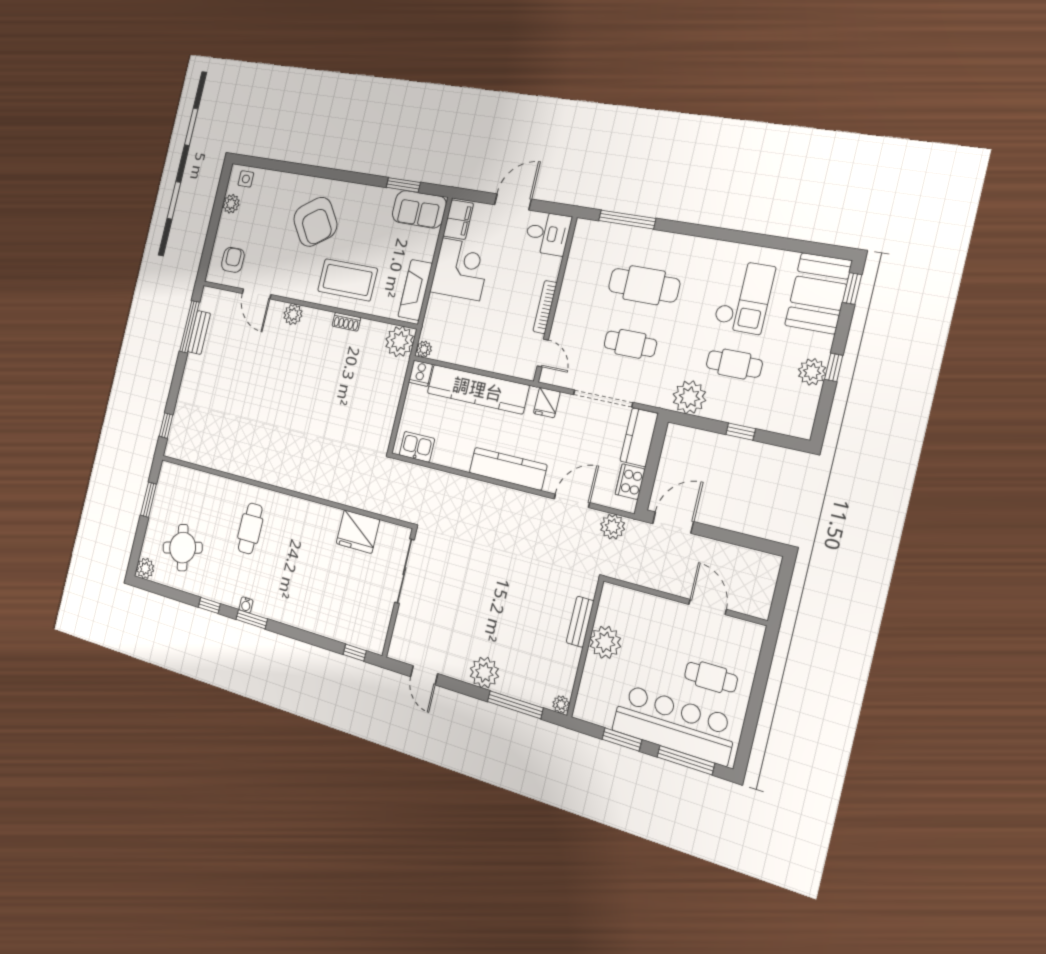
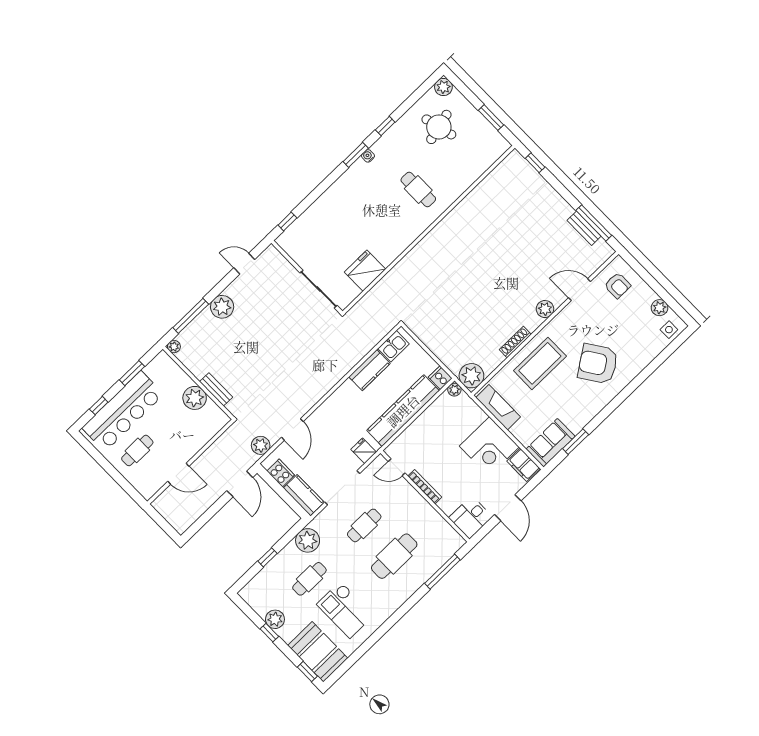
shoe rack: (346, 322) -> (515, 342), width x1.43
kitchen counter: (508, 469) -> (369, 370), moved, width x0.67
window: (686, 760) -> (99, 406), width x0.46

